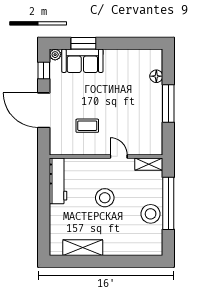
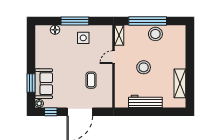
side table: (145, 115) -> (83, 38), added
workbench: (58, 181) -> (145, 101), moved

